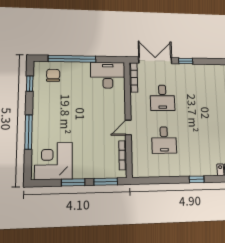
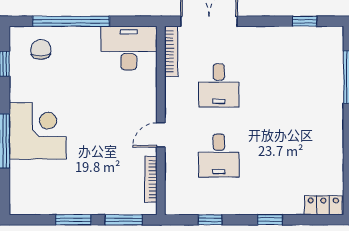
window: (186, 61) -> (305, 21), moved
corner desk: (54, 161) -> (38, 131), moved, turned 90
window: (160, 180) -> (210, 220), added

